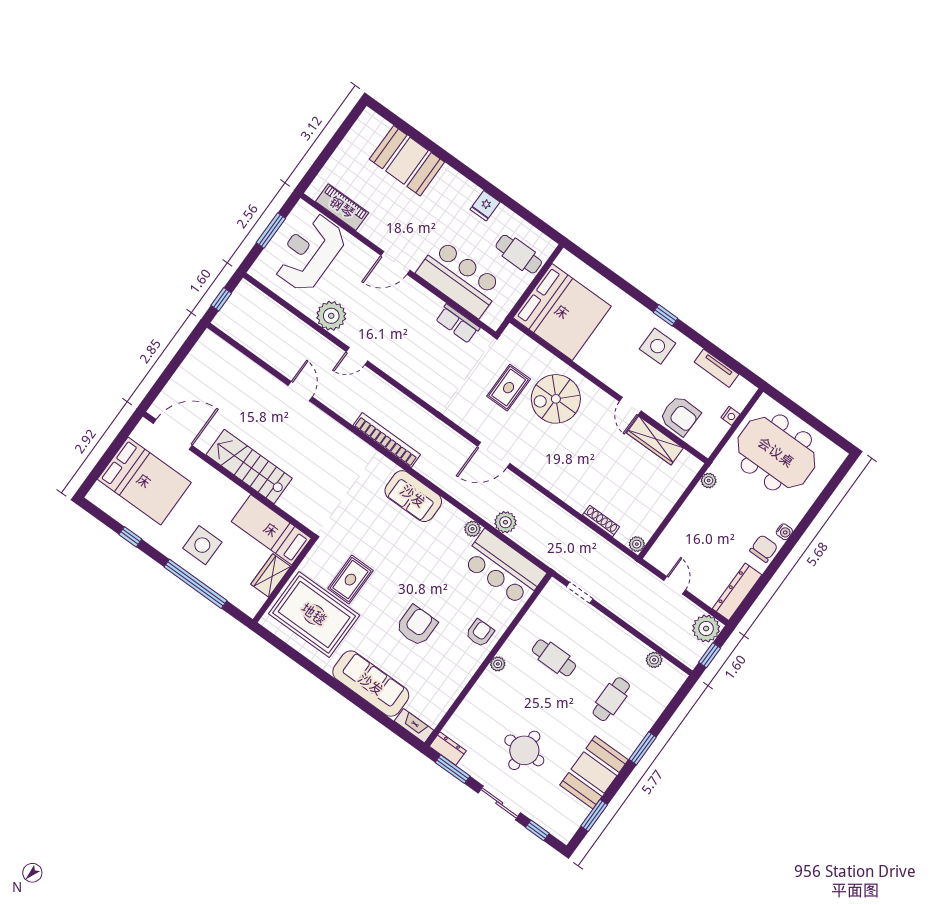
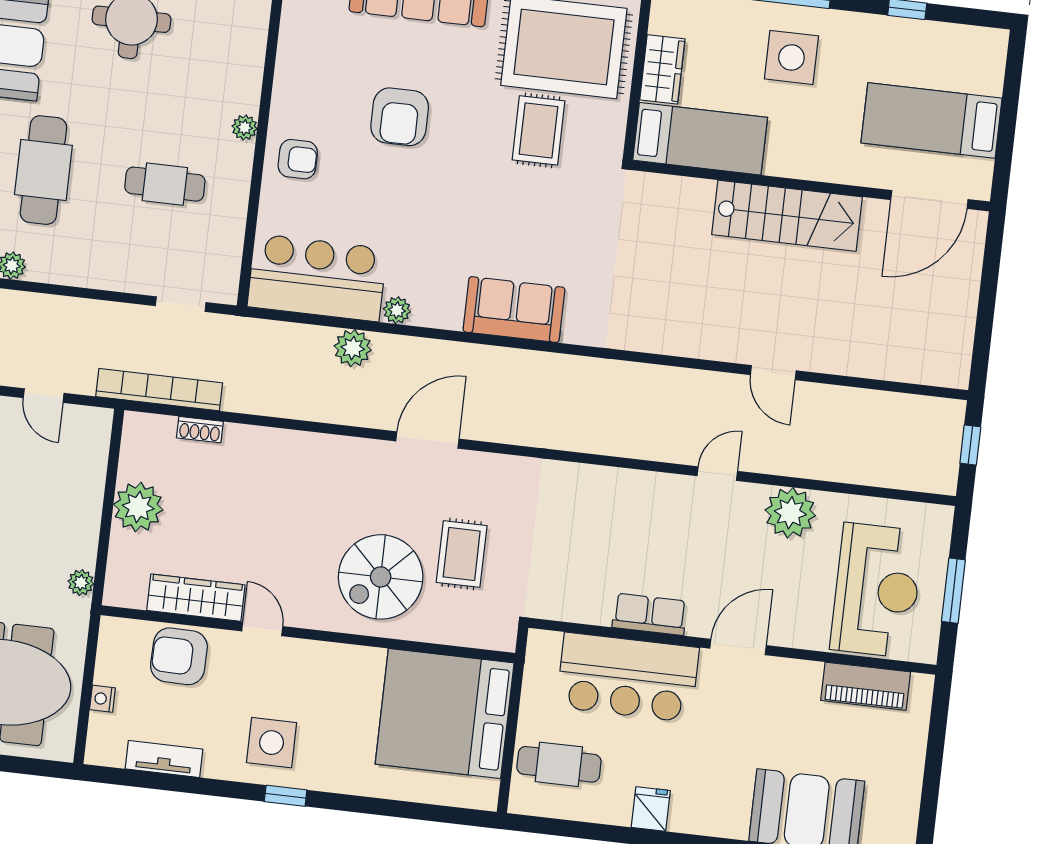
row of seats: (458, 324) -> (650, 614), moved
spiral stairs: (556, 399) -> (381, 577), turned 180
bookcase: (387, 440) -> (159, 390), moved, turned 180
bed: (144, 481) -> (931, 120), width x0.67
shoe rack: (601, 521) -> (200, 430), width x0.70
plant: (637, 544) -> (138, 507), moved, width x1.88, depth x1.88
armchair: (480, 633) -> (298, 159), turned -90
cafe table: (611, 699) -> (43, 170), width x1.37, depth x1.35

